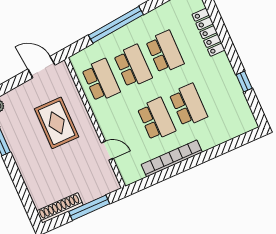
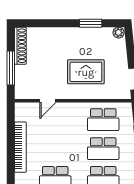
school desk: (156, 119) -> (55, 149), removed

